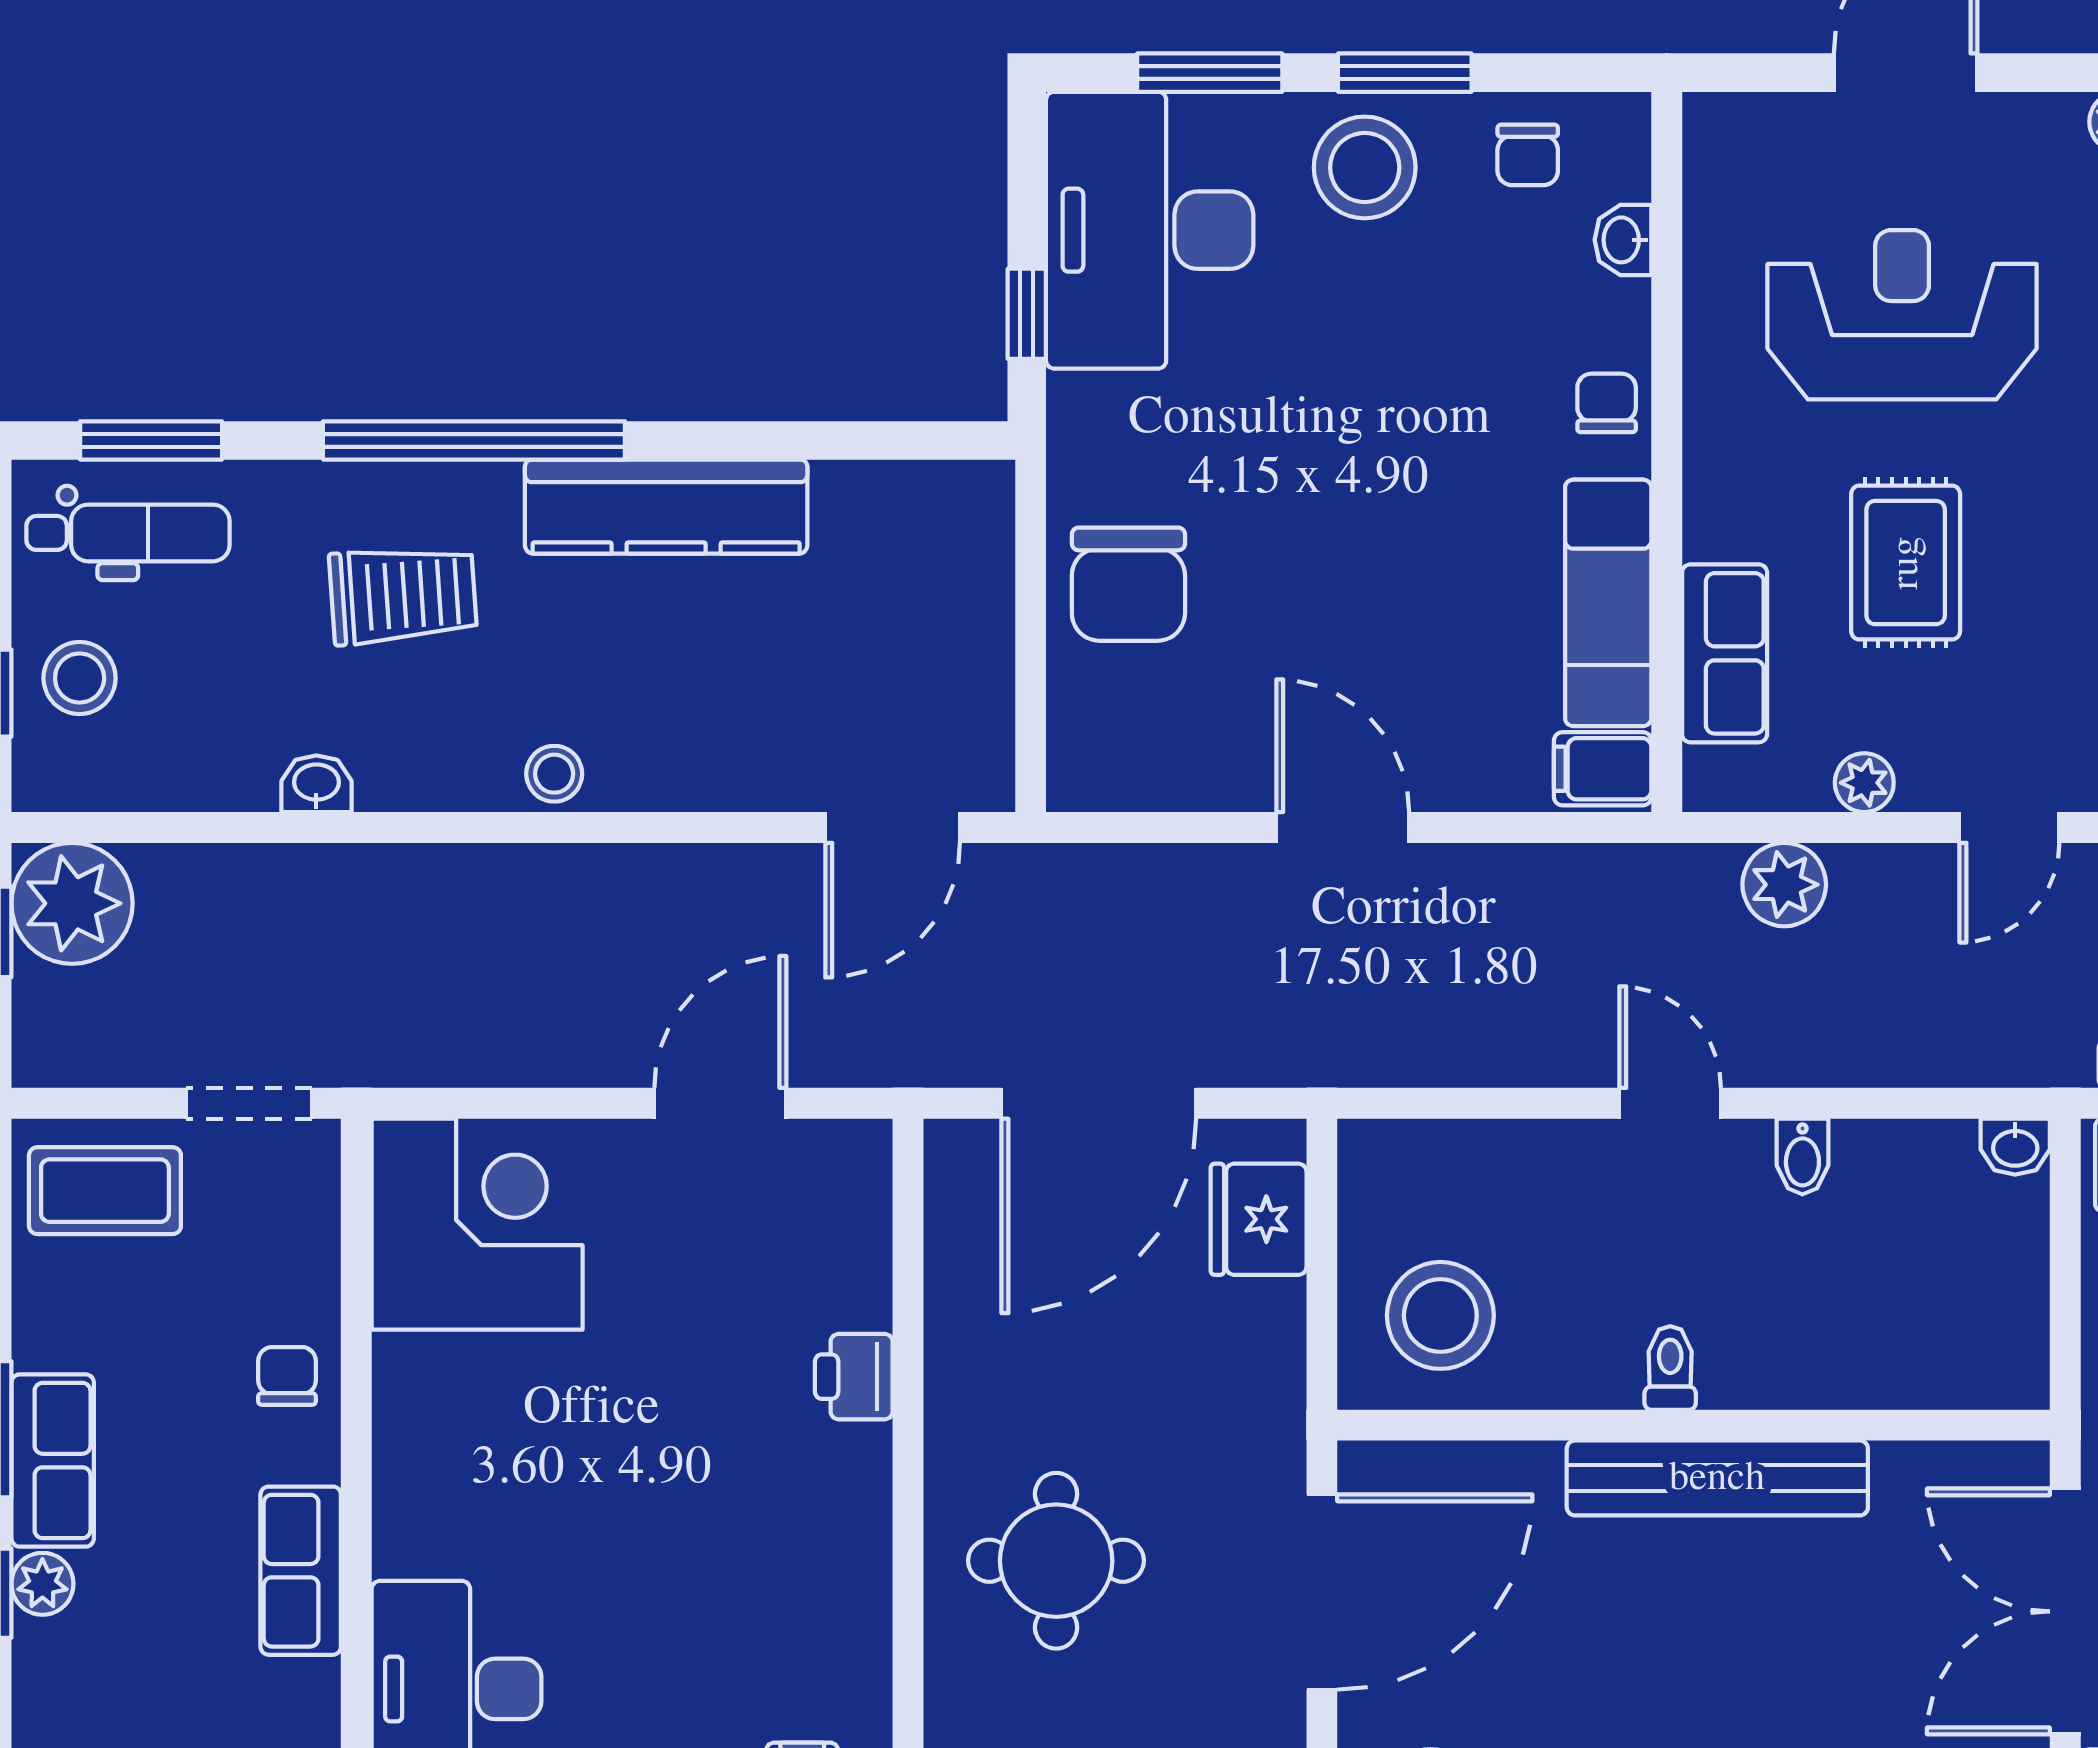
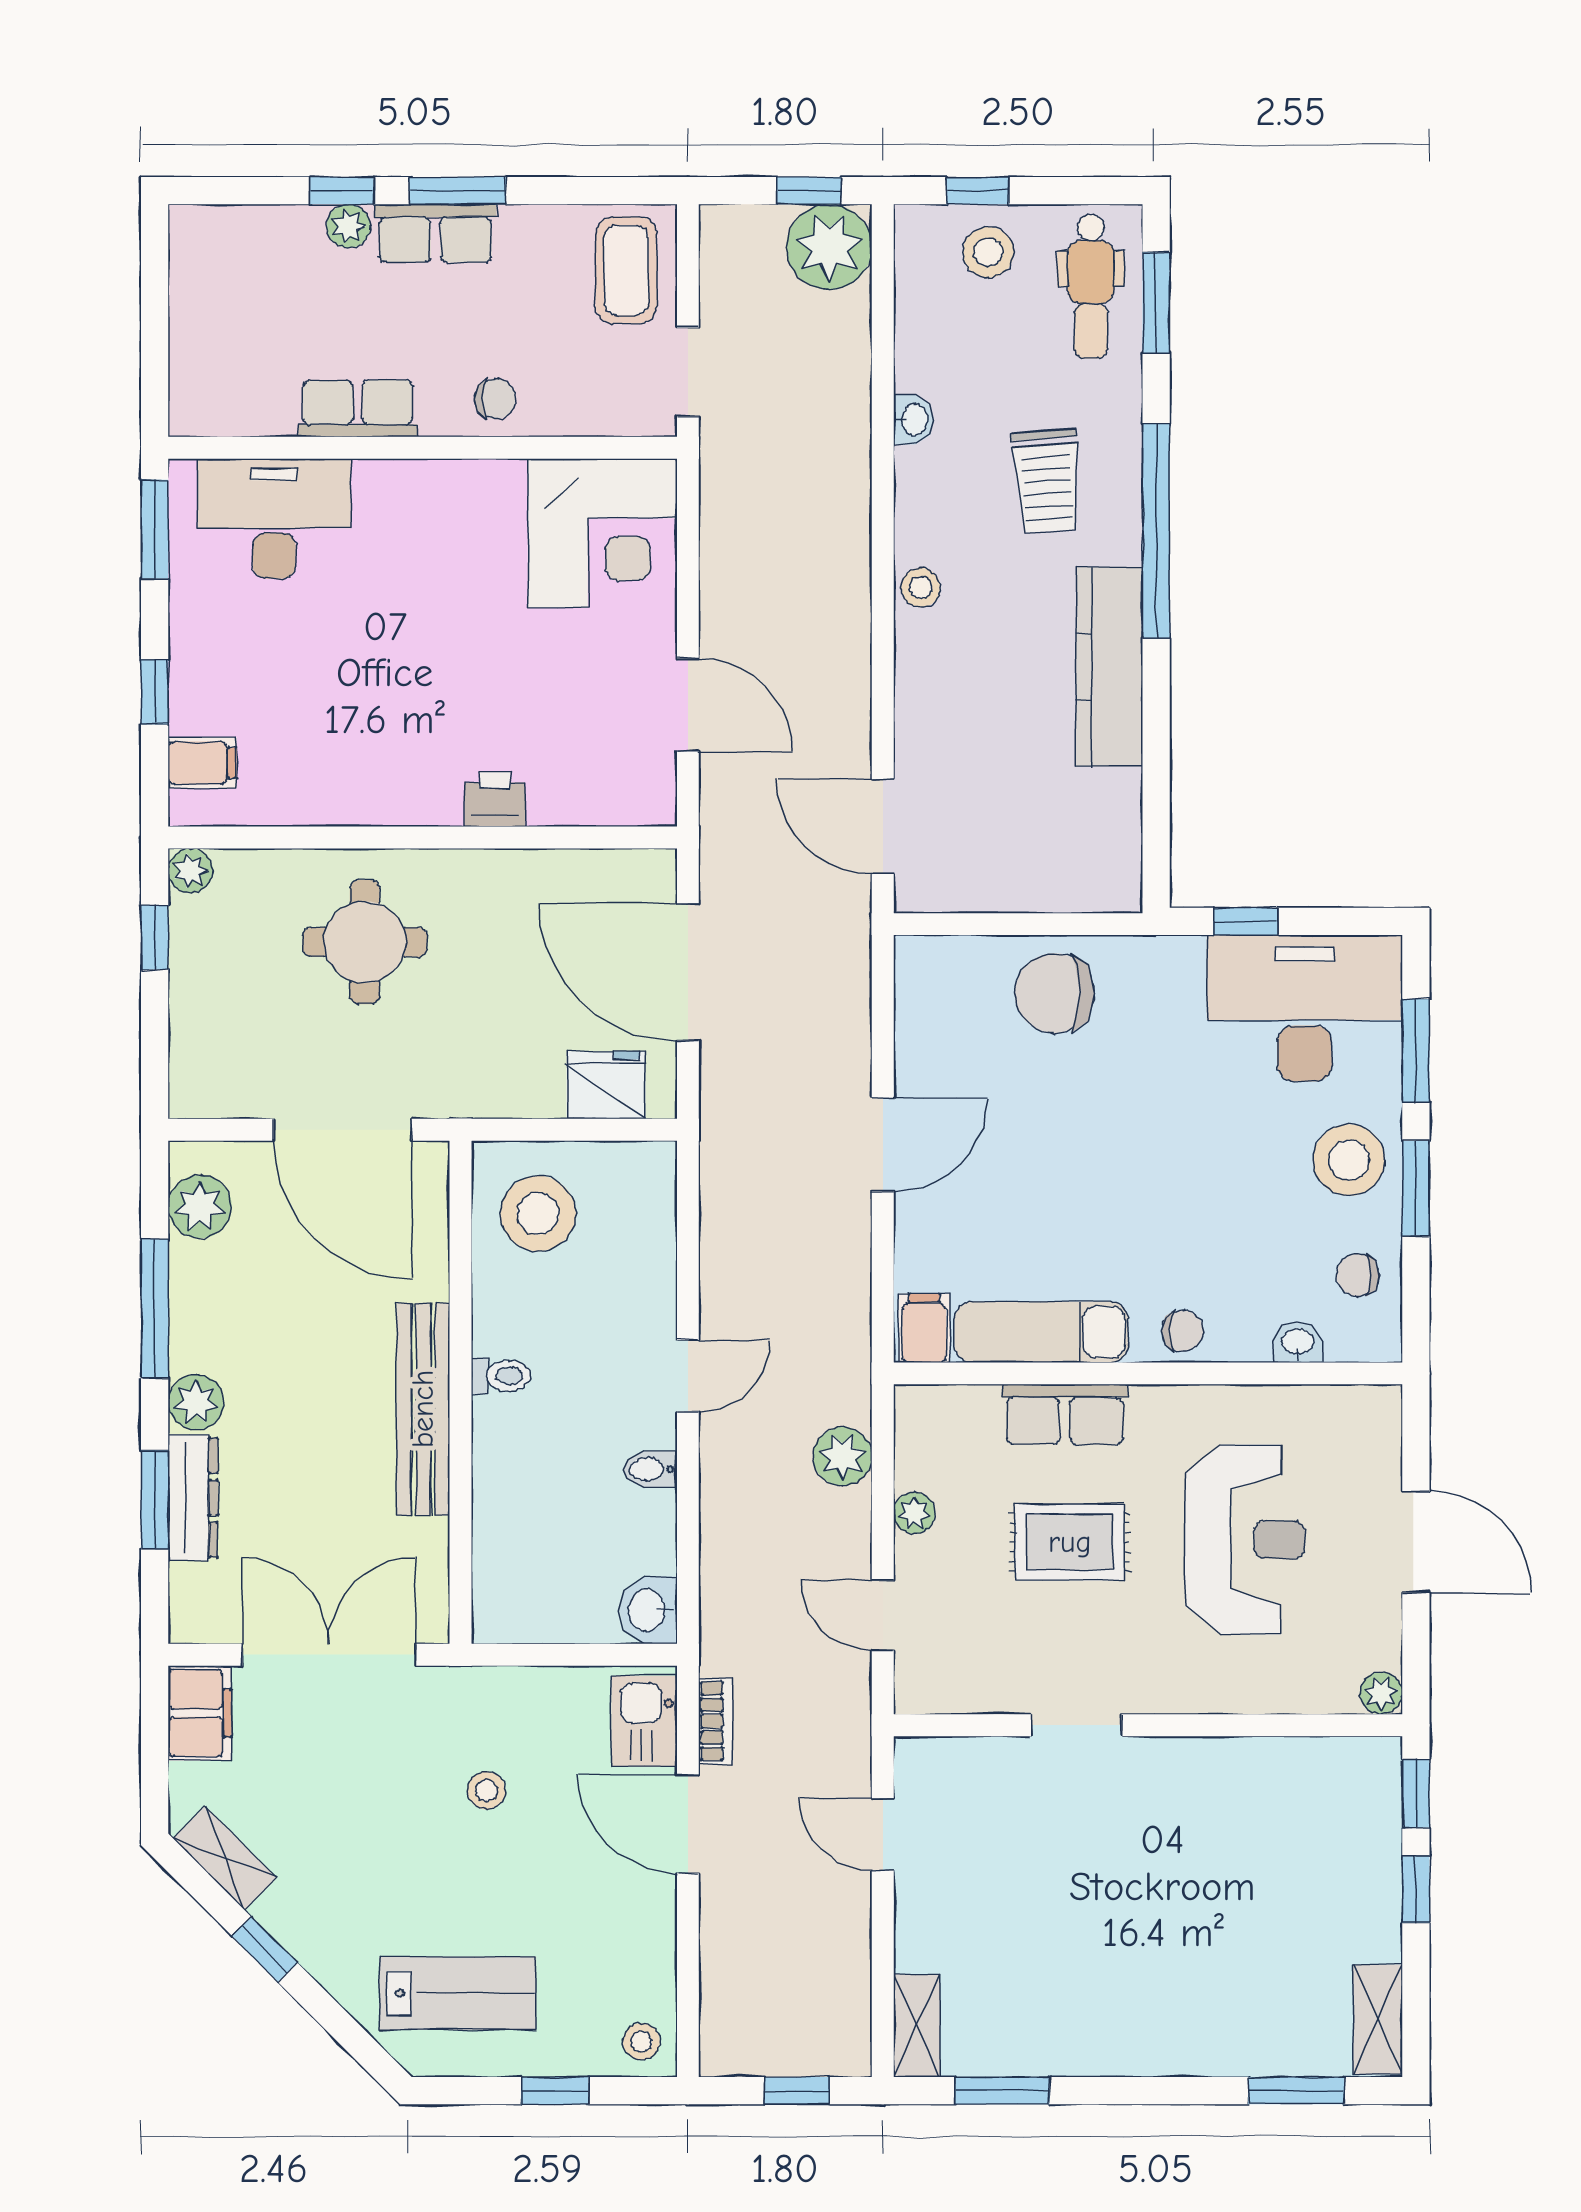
row of seats: (1725, 653) -> (1065, 1414), moved
washbasin: (2015, 1147) -> (648, 1610), width x1.38, depth x1.45

